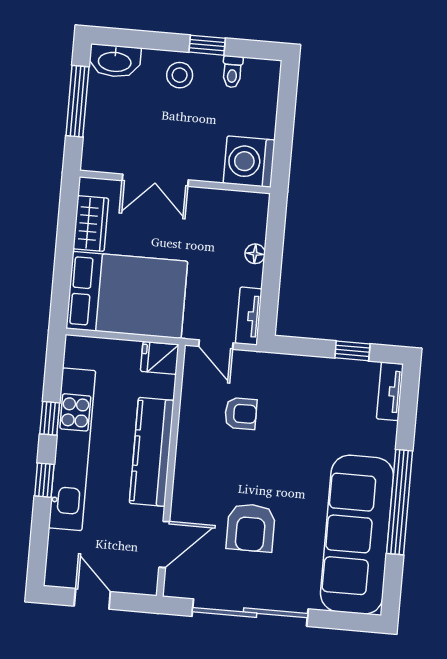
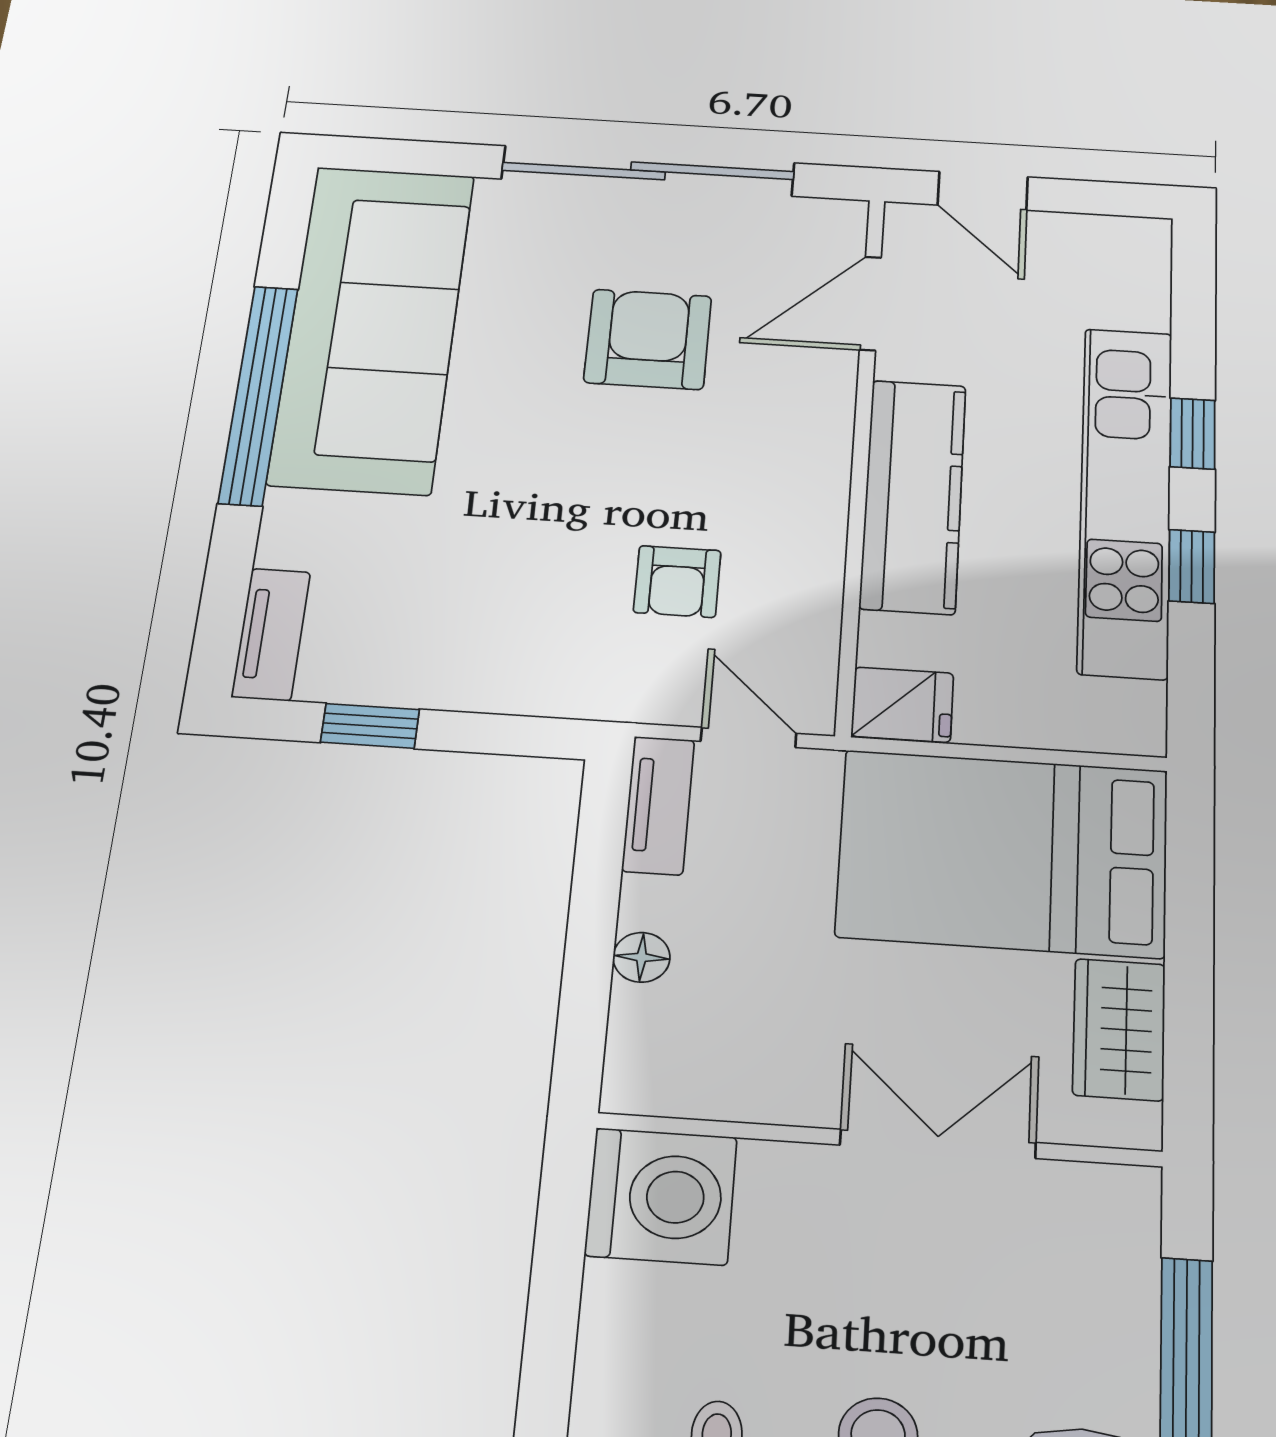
armchair: (241, 413) -> (677, 581), turned -90
door: (92, 599) -> (983, 191), moved

